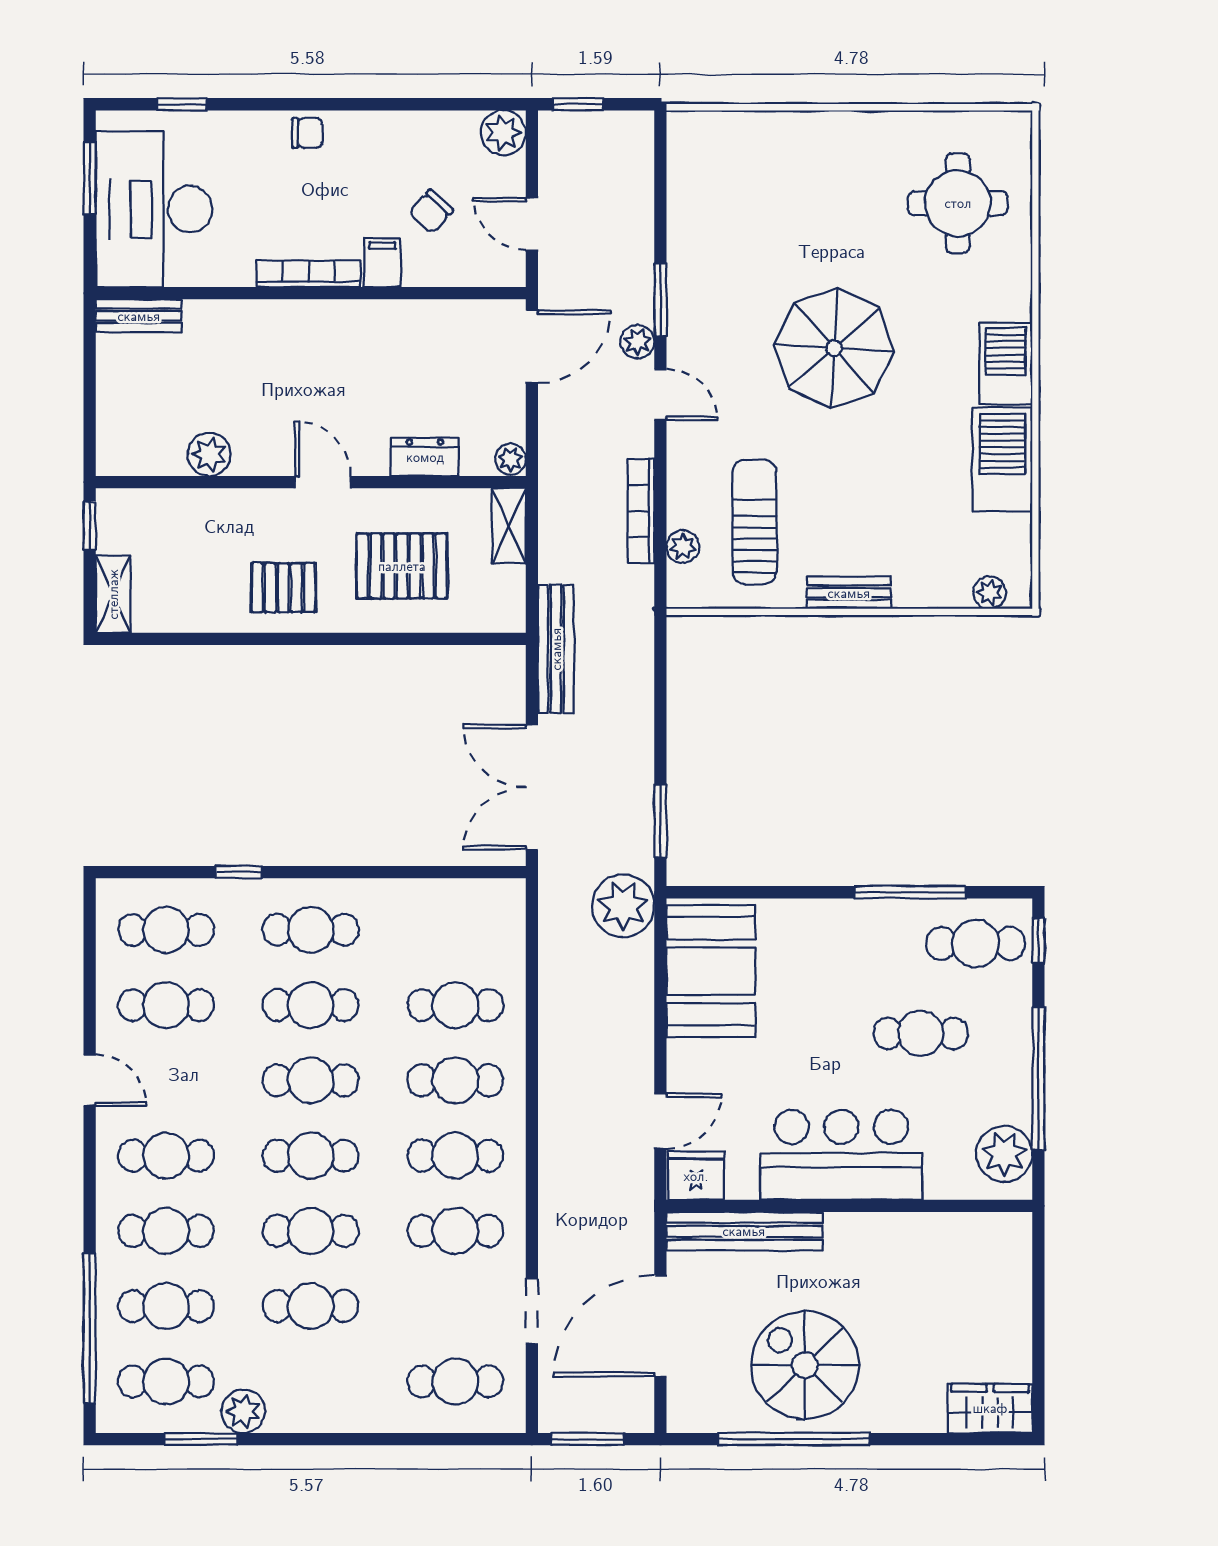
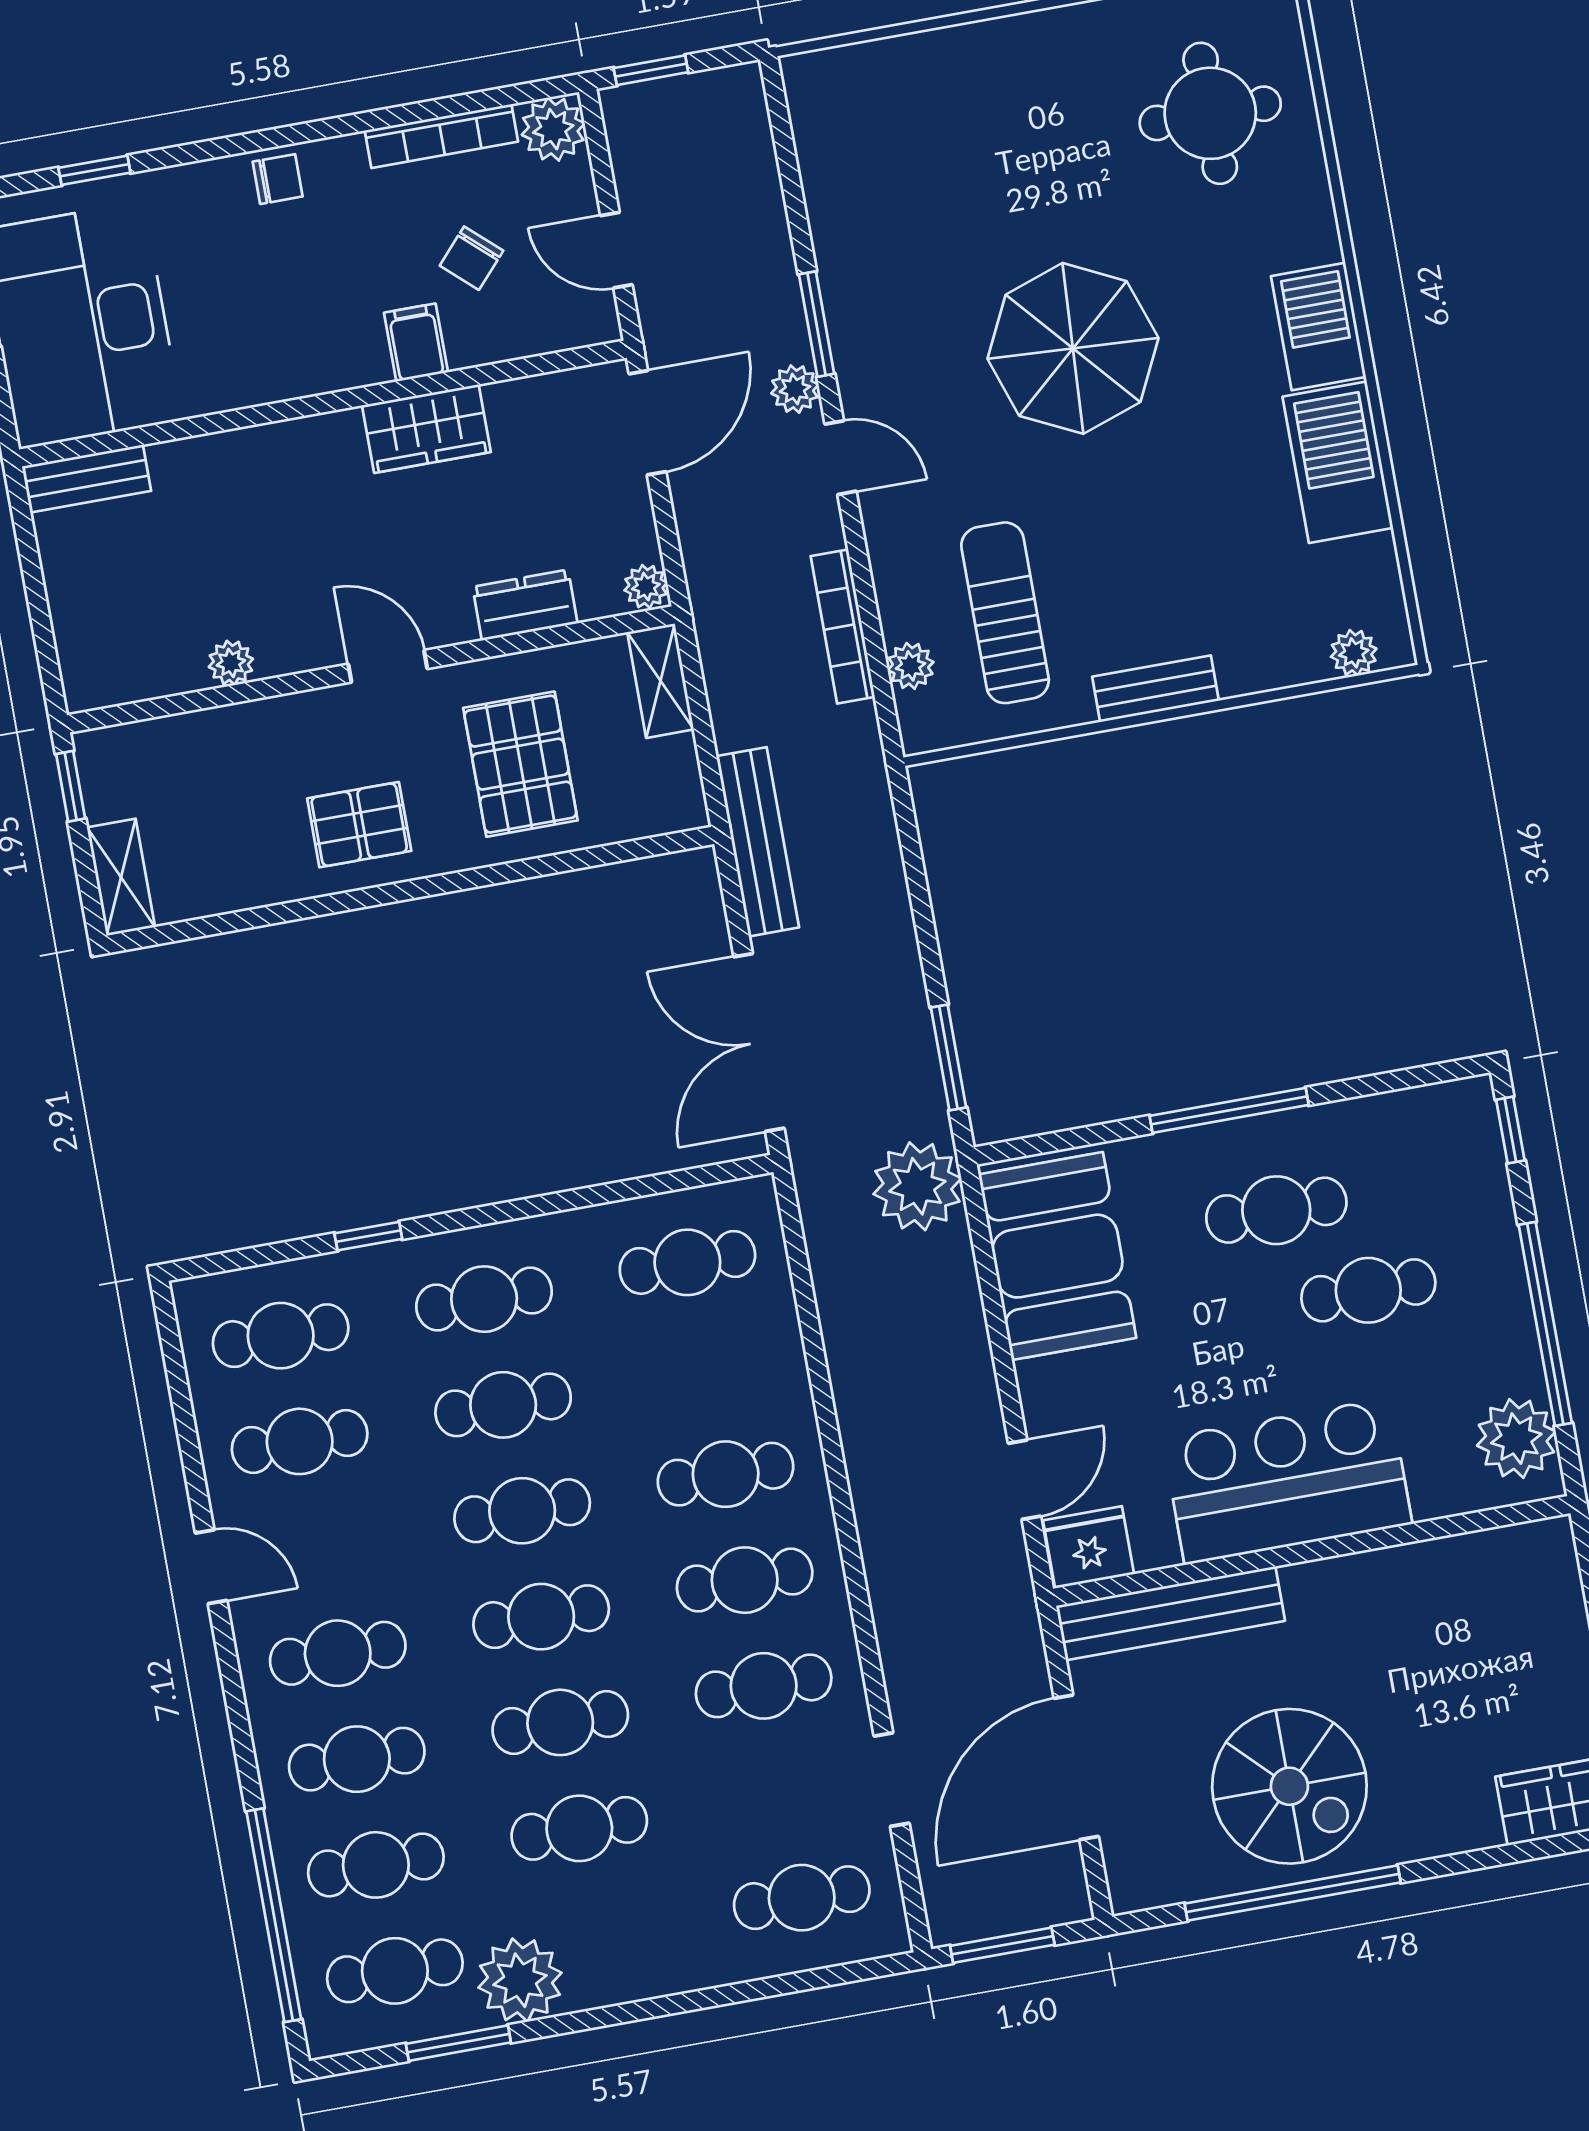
bookcase: (309, 274) -> (441, 136), moved, turned 180
wardrobe: (379, 323) -> (426, 429), added
plant: (209, 454) -> (231, 663), width x0.73, depth x0.73
pallet: (402, 566) -> (520, 764), turned 90
window: (910, 892) -> (1229, 1110), moved
cafe table: (976, 943) -> (1276, 1210), moved
cafe table: (455, 1005) -> (687, 1262), moved
spiral stairs: (805, 1365) -> (1289, 1786), turned 180
plant: (243, 1411) -> (520, 1980), width x1.36, depth x1.36

